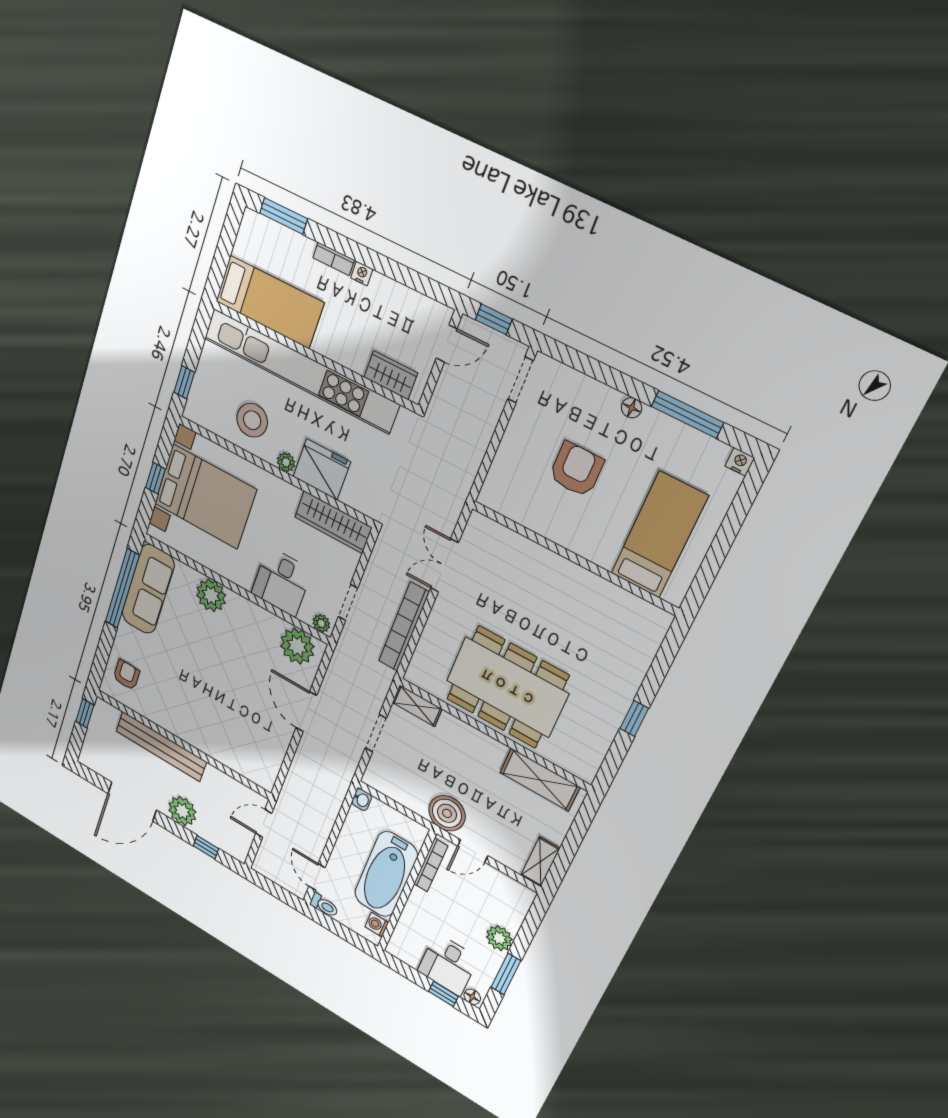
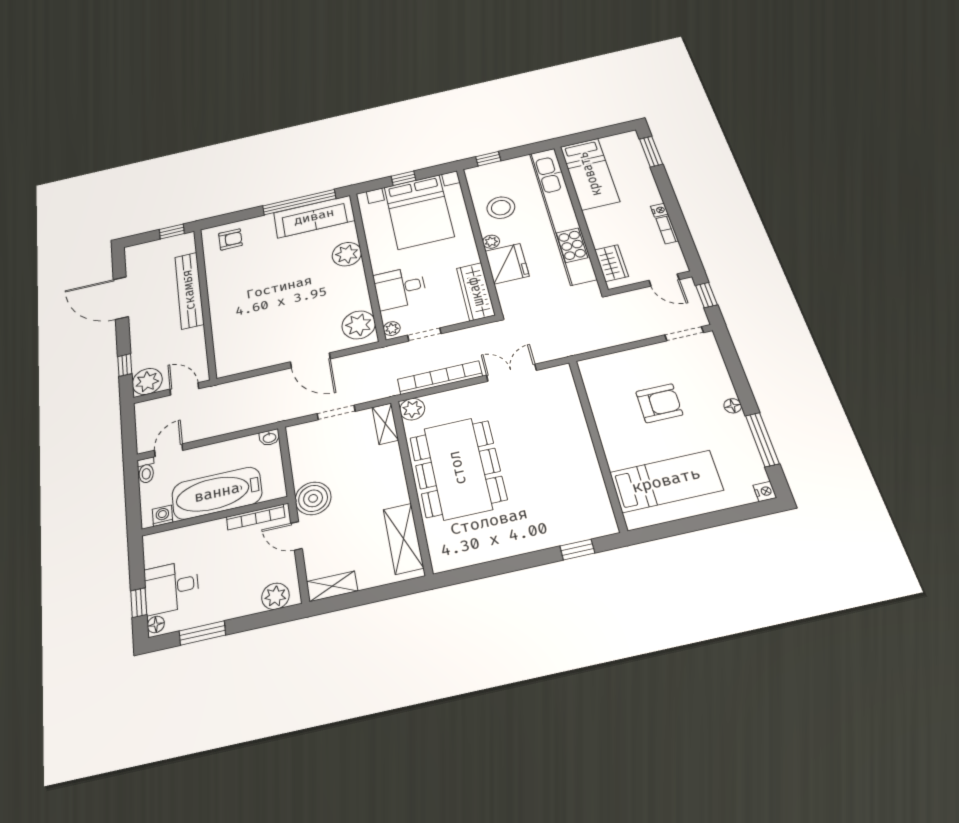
bookcase: (334, 259) -> (667, 230), moved
plant: (419, 674) -> (412, 409), added
door: (306, 712) -> (310, 360), swing flipped
window: (634, 718) -> (577, 549), moved
plant: (182, 811) -> (147, 381), moved
plant: (499, 938) -> (275, 596), moved

